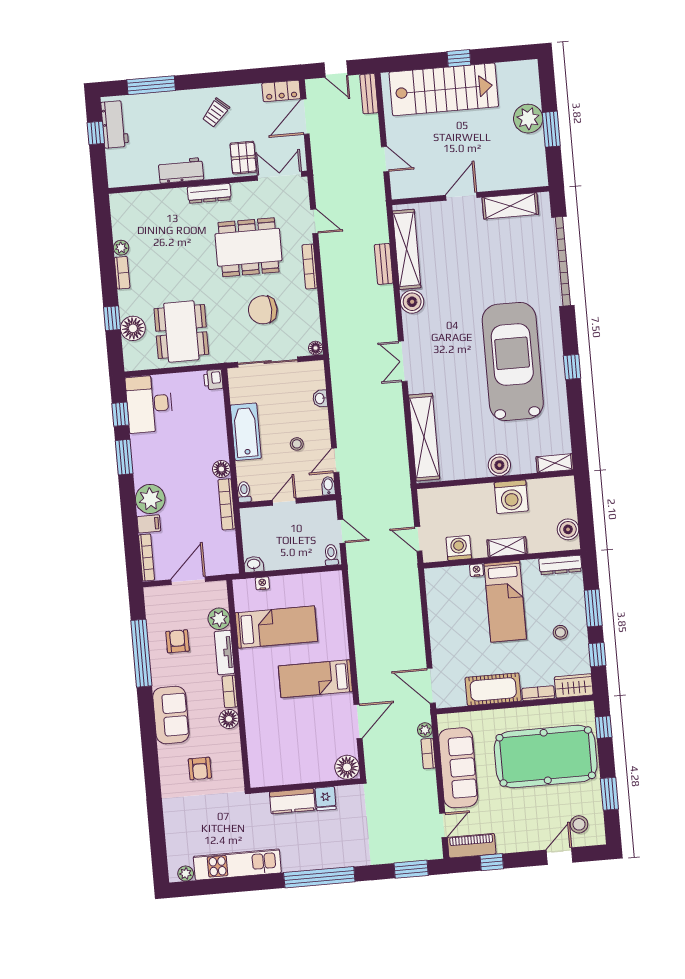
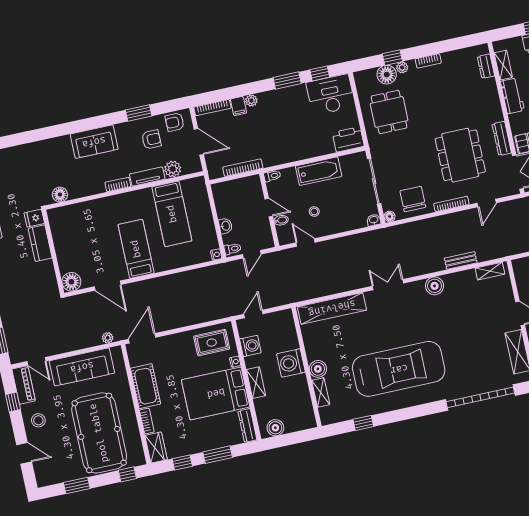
shelving: (140, 177) -> (503, 65), added
dresser: (209, 193) -> (502, 138), moved
dresser: (138, 200) -> (486, 66), added
plant: (121, 248) -> (402, 67), moved
shelving: (407, 249) -> (490, 271), width x0.45, depth x0.75
chair: (263, 310) -> (413, 199), moved
dining table: (181, 331) -> (389, 112), width x0.73
window: (572, 367) -> (363, 423), moved
printer: (213, 380) -> (348, 139), width x1.87, depth x1.48
washbasin: (320, 398) -> (374, 220), moved
shelving: (555, 463) -> (321, 392), moved
floor lamp: (221, 469) -> (288, 156), removed
bidet: (328, 486) -> (281, 220), moved
washing machine: (511, 497) -> (291, 363), moved
plant: (150, 499) -> (251, 101), width x0.53, depth x0.53
bookcase: (227, 504) -> (243, 168), moved
washbasin: (254, 564) -> (225, 226), moved
nightstand: (262, 583) -> (216, 255), moved
rug: (448, 597) -> (212, 343), added
bed: (505, 601) -> (216, 393), width x1.50
stool: (560, 632) -> (196, 432), removed
window: (141, 653) -> (139, 113), width x0.47
floor lamp: (229, 719) -> (60, 195), moved
bookcase: (428, 754) -> (90, 343), removed
armchair: (200, 768) -> (175, 122), moved
fridge: (326, 799) -> (34, 218), moved
stool: (579, 824) -> (38, 420), moved

